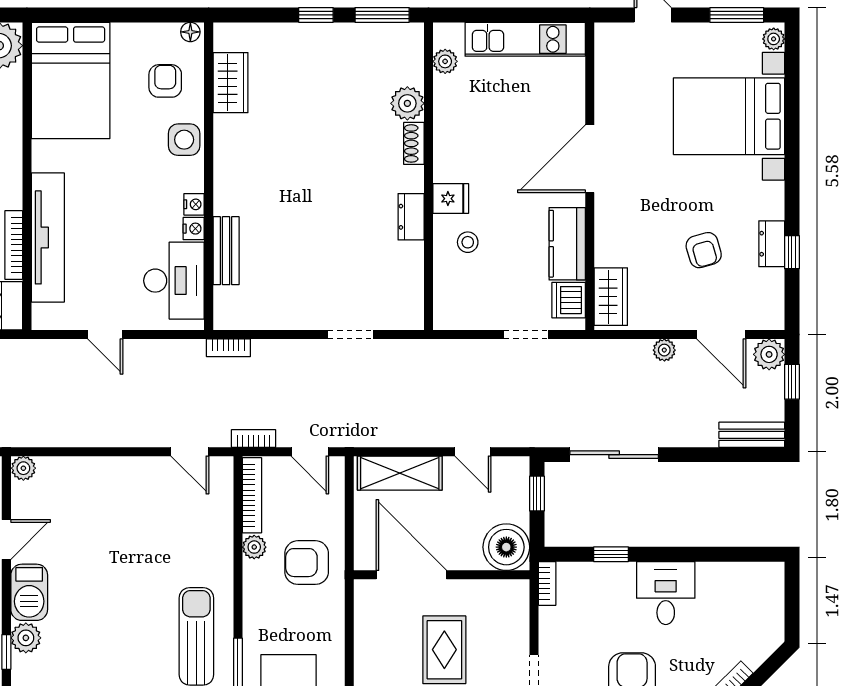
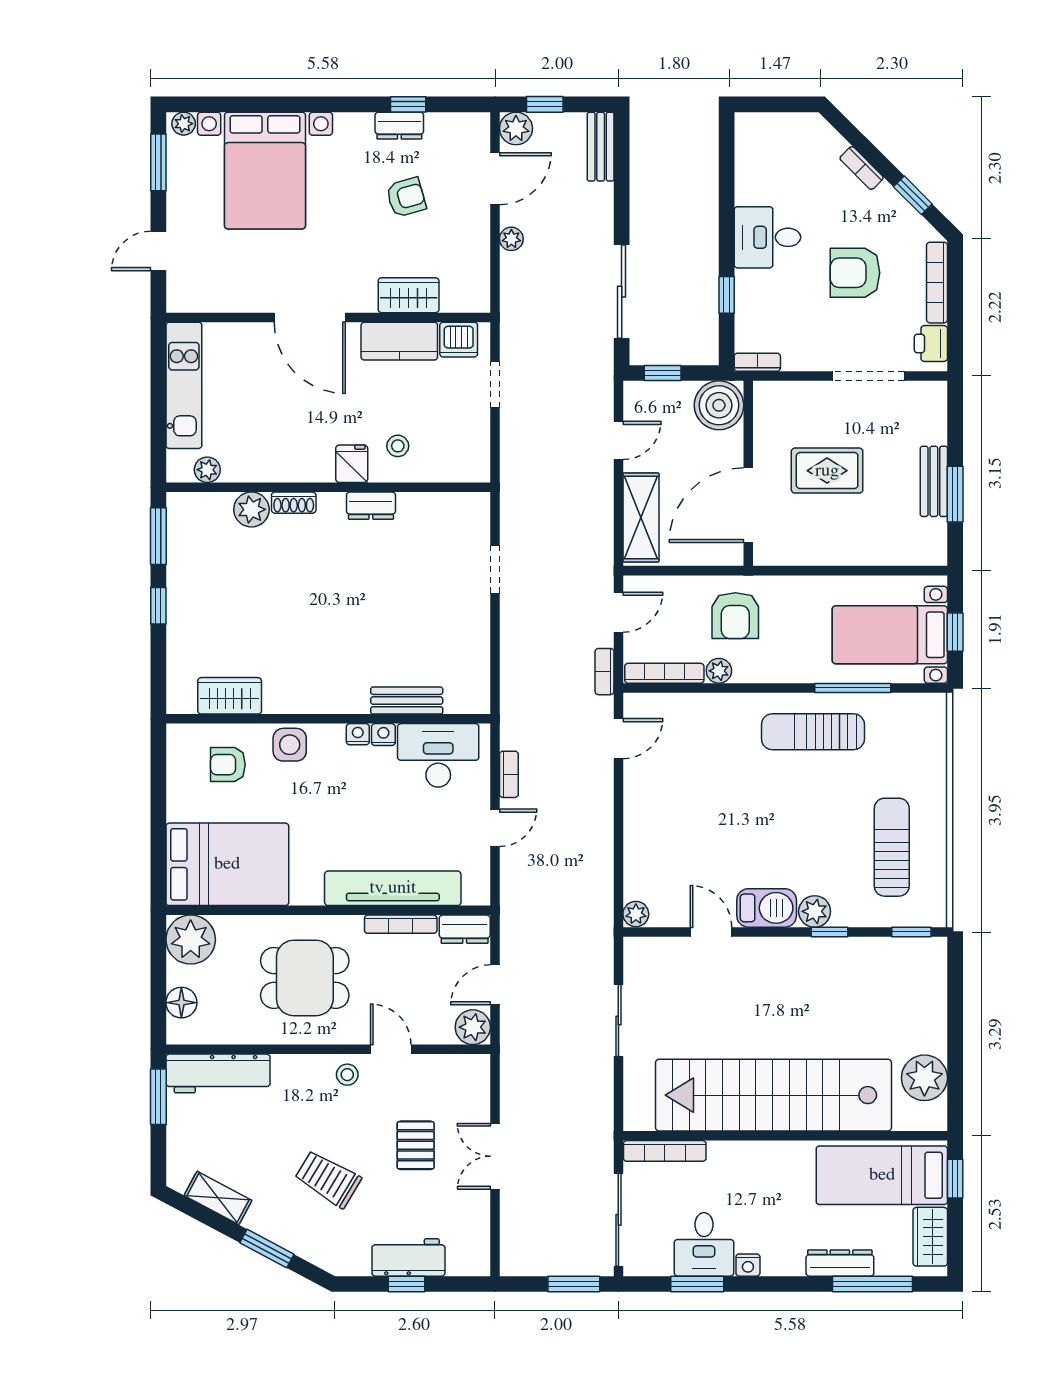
floor lamp: (190, 32) -> (176, 738), removed
wardrobe: (611, 297) -> (409, 295), moved
bookcase: (228, 348) -> (509, 774), moved

